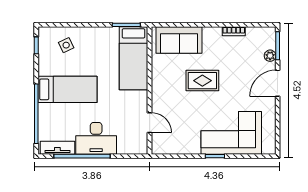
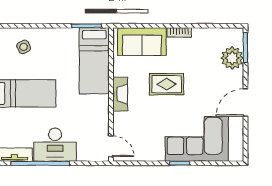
bookcase: (234, 31) -> (179, 32), moved
plant: (270, 56) -> (232, 58), width x1.88, depth x1.88
door: (278, 83) -> (245, 103), moved
fireplace: (158, 90) -> (120, 94), added
door: (150, 123) -> (111, 146), moved

